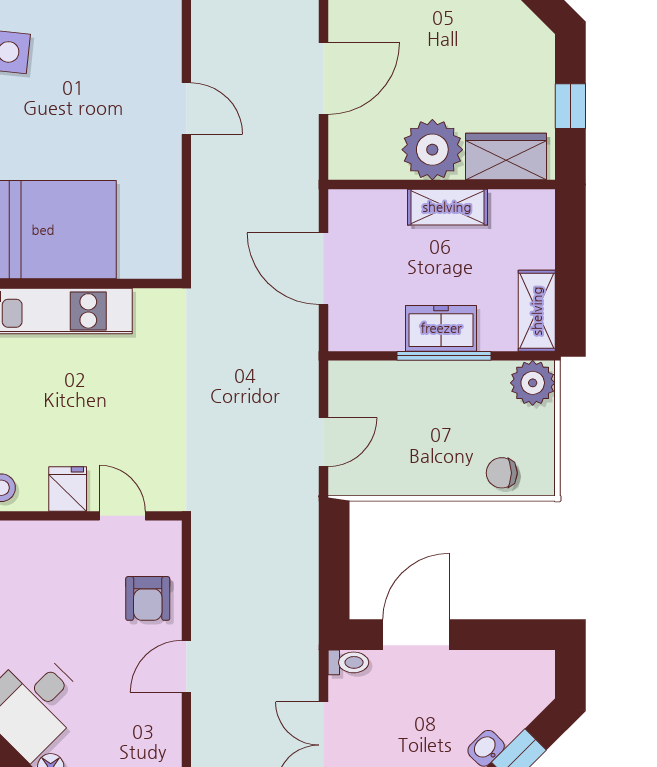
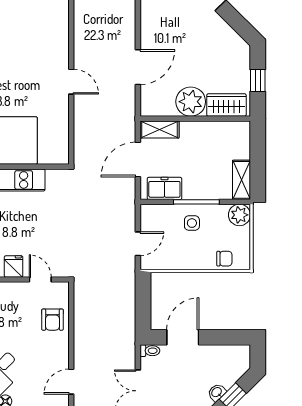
shelving: (447, 207) -> (159, 130), moved
door: (323, 269) -> (138, 159), hinge flipped
freezer: (441, 328) -> (164, 188), moved
side table: (435, 400) -> (192, 223), added
chair: (502, 473) -> (224, 259), turned 180
door: (186, 666) -> (71, 382), moved

